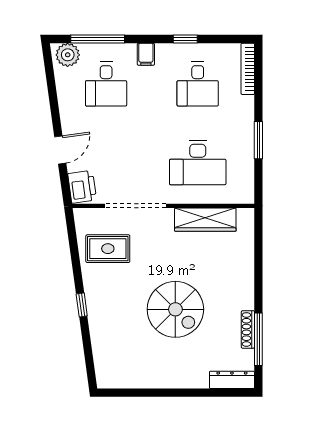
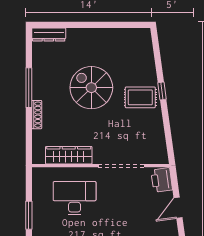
rug: (108, 249) -> (140, 97), moved
shoe rack: (248, 329) -> (37, 115), moved
window: (258, 339) -> (29, 88), moved

